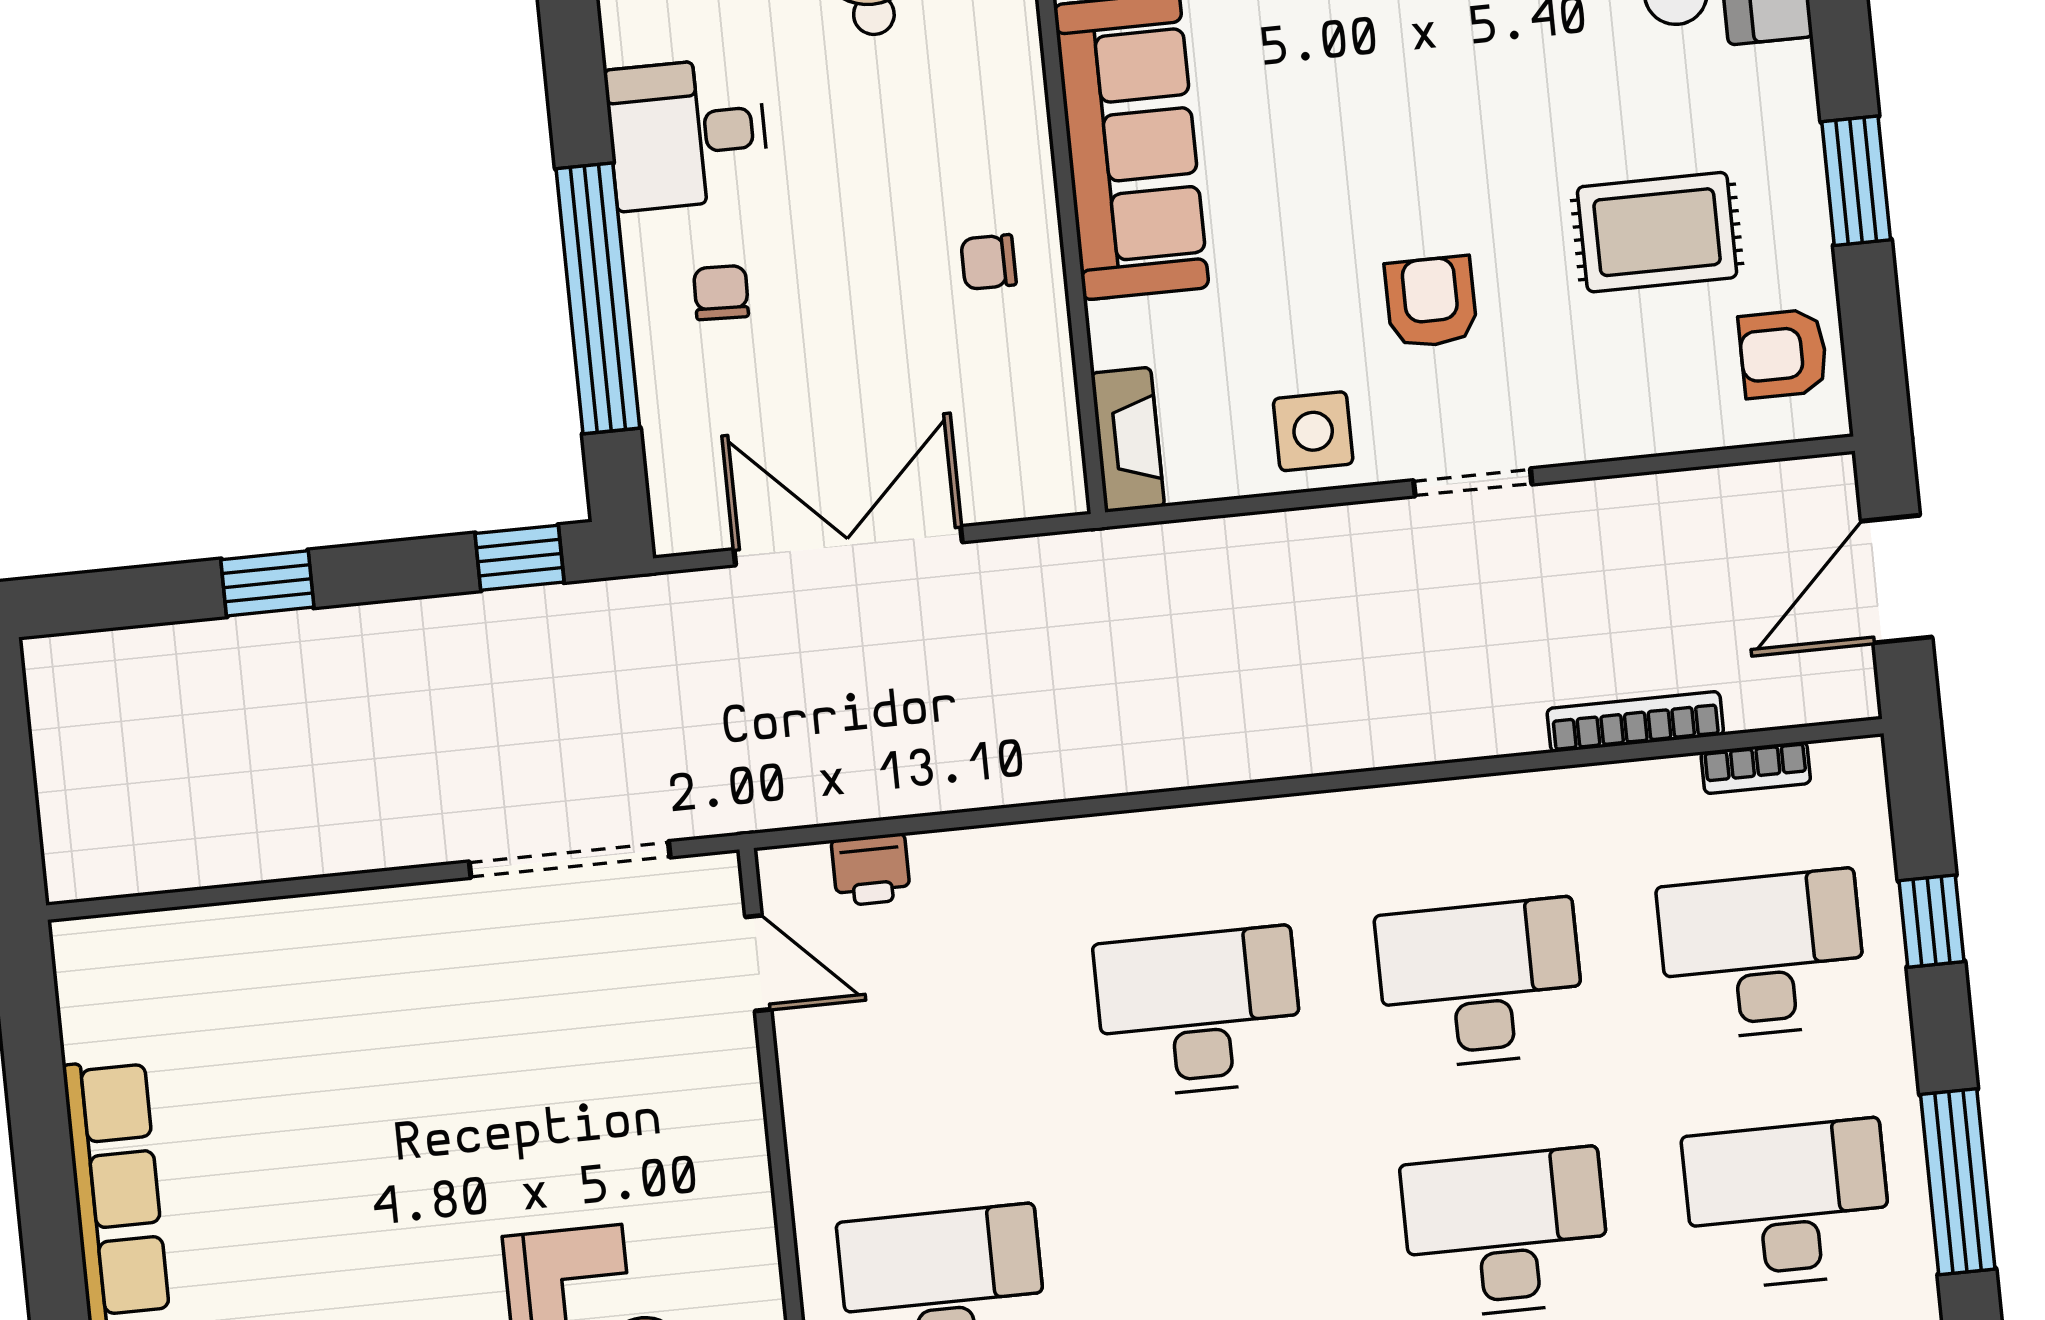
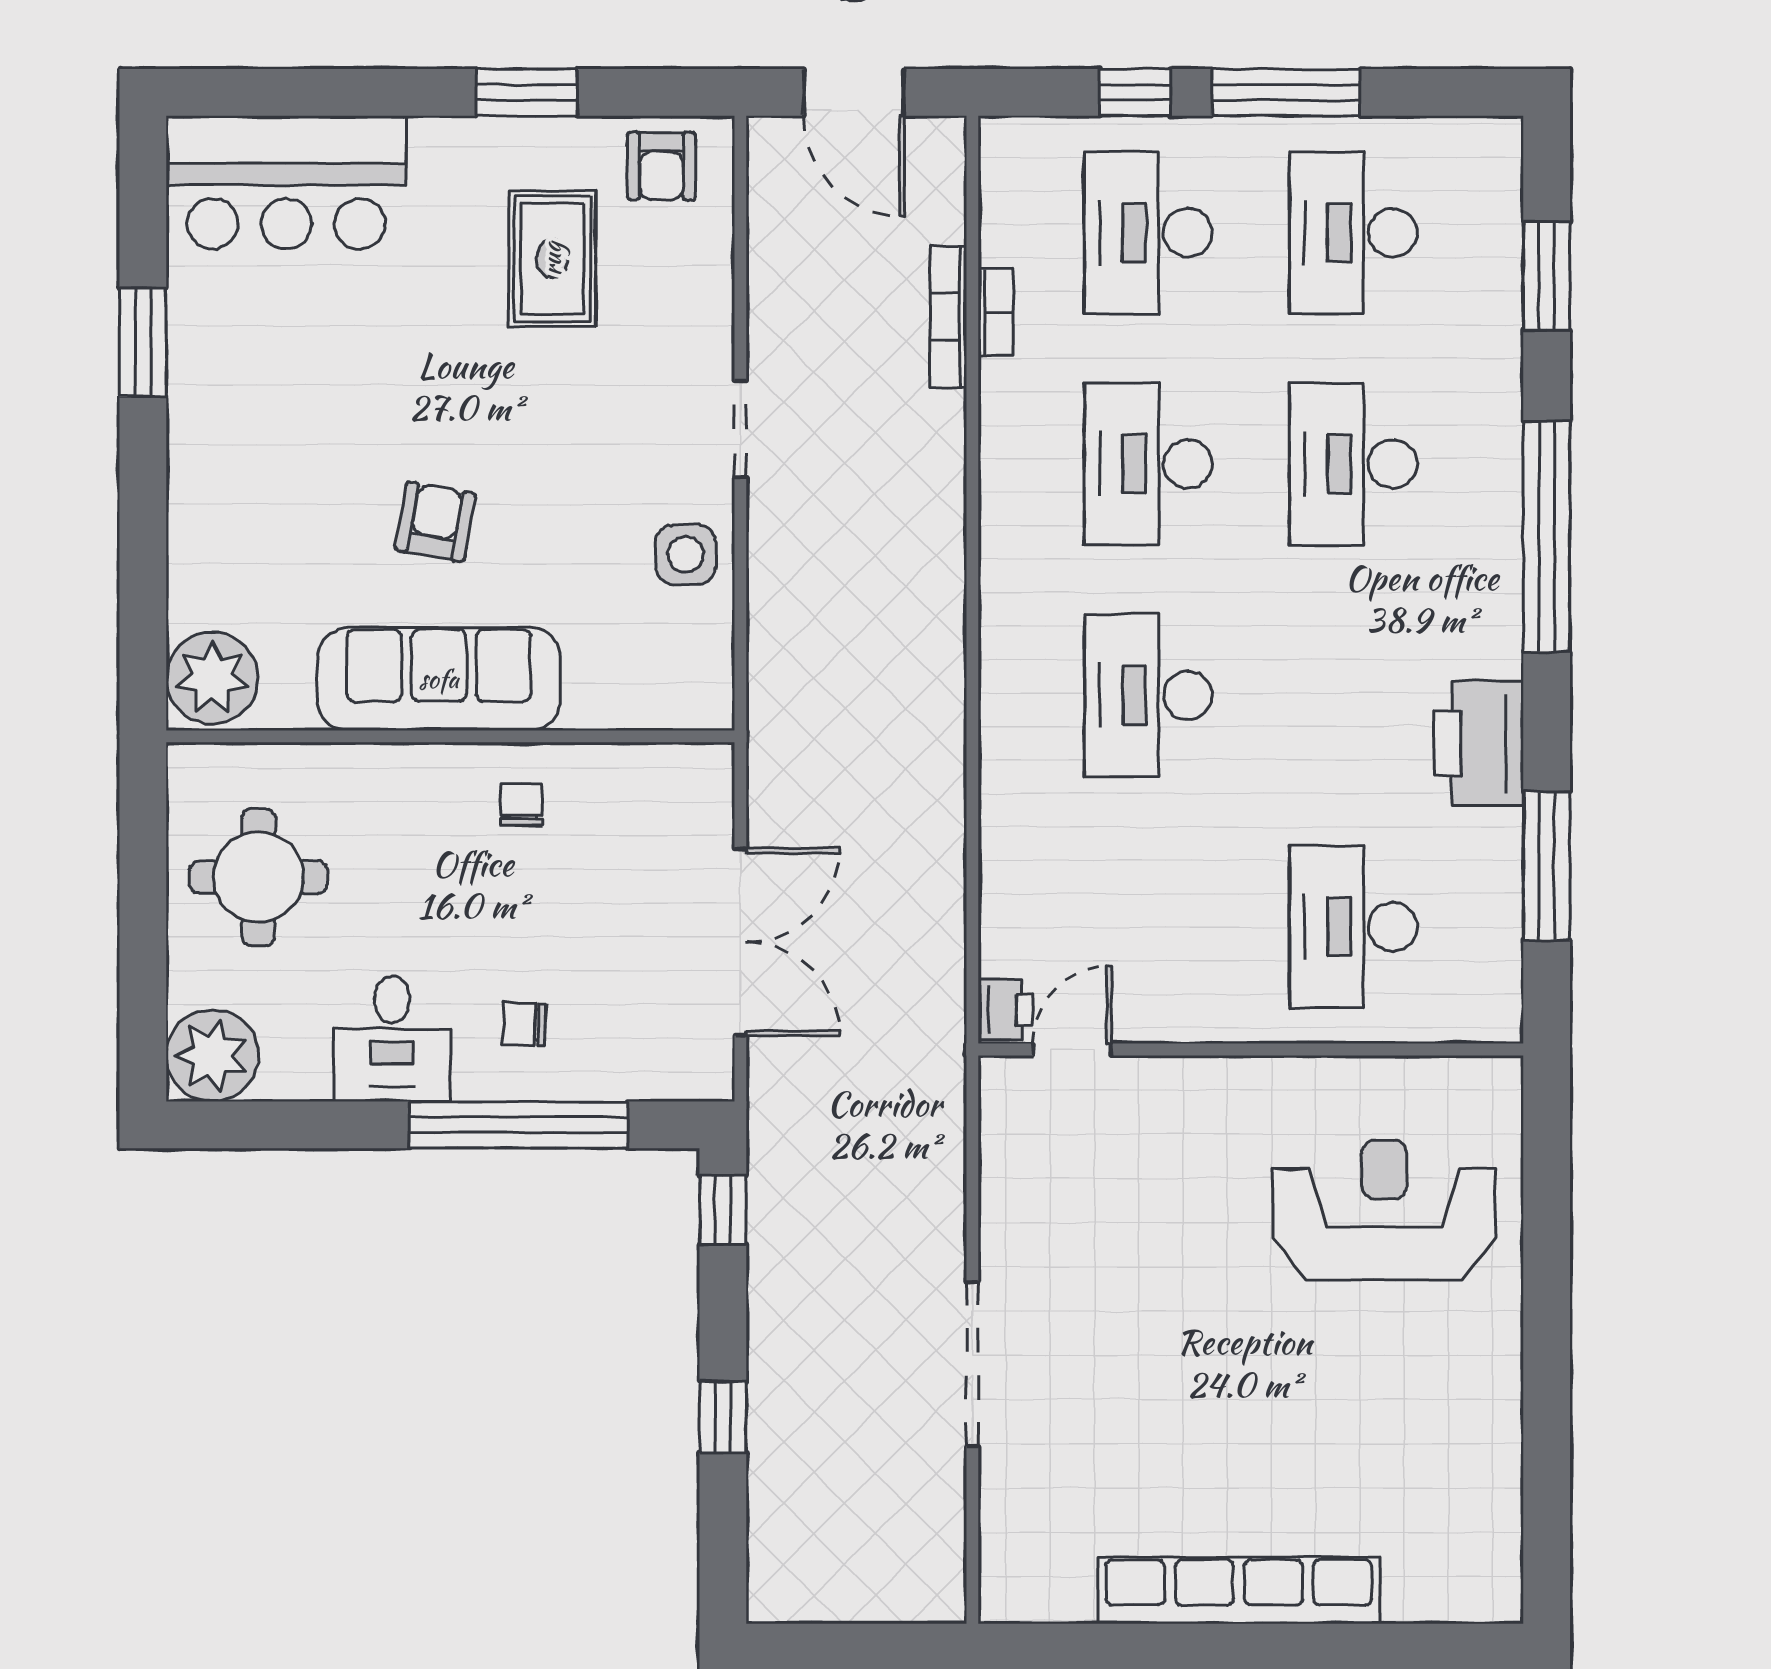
chair: (989, 262) -> (521, 804), turned 180
armchair: (1431, 302) -> (435, 522), moved, turned 100
fireplace: (1128, 440) -> (677, 706), removed
double door: (848, 546) -> (740, 942), swing flipped
bookcase: (1756, 768) -> (996, 313), moved
doorway: (570, 859) -> (972, 1364), moved
printer: (871, 870) -> (1005, 1009), moved
window: (1958, 1182) -> (1286, 92), moved

